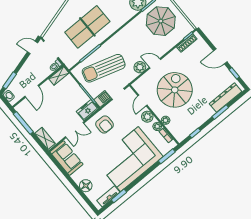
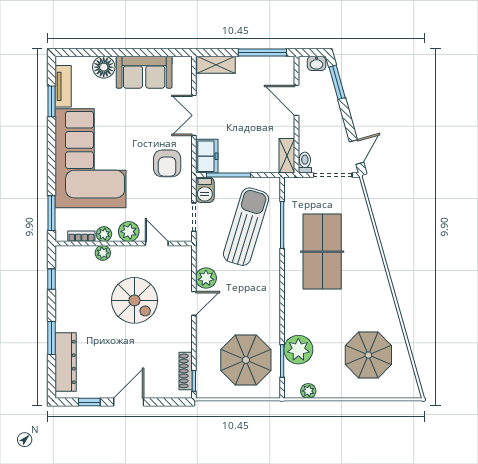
spiral stairs: (175, 90) -> (134, 300), width x0.73, depth x0.73
armchair: (105, 124) -> (167, 163), turned -90
sofa: (66, 158) -> (144, 72), moved

